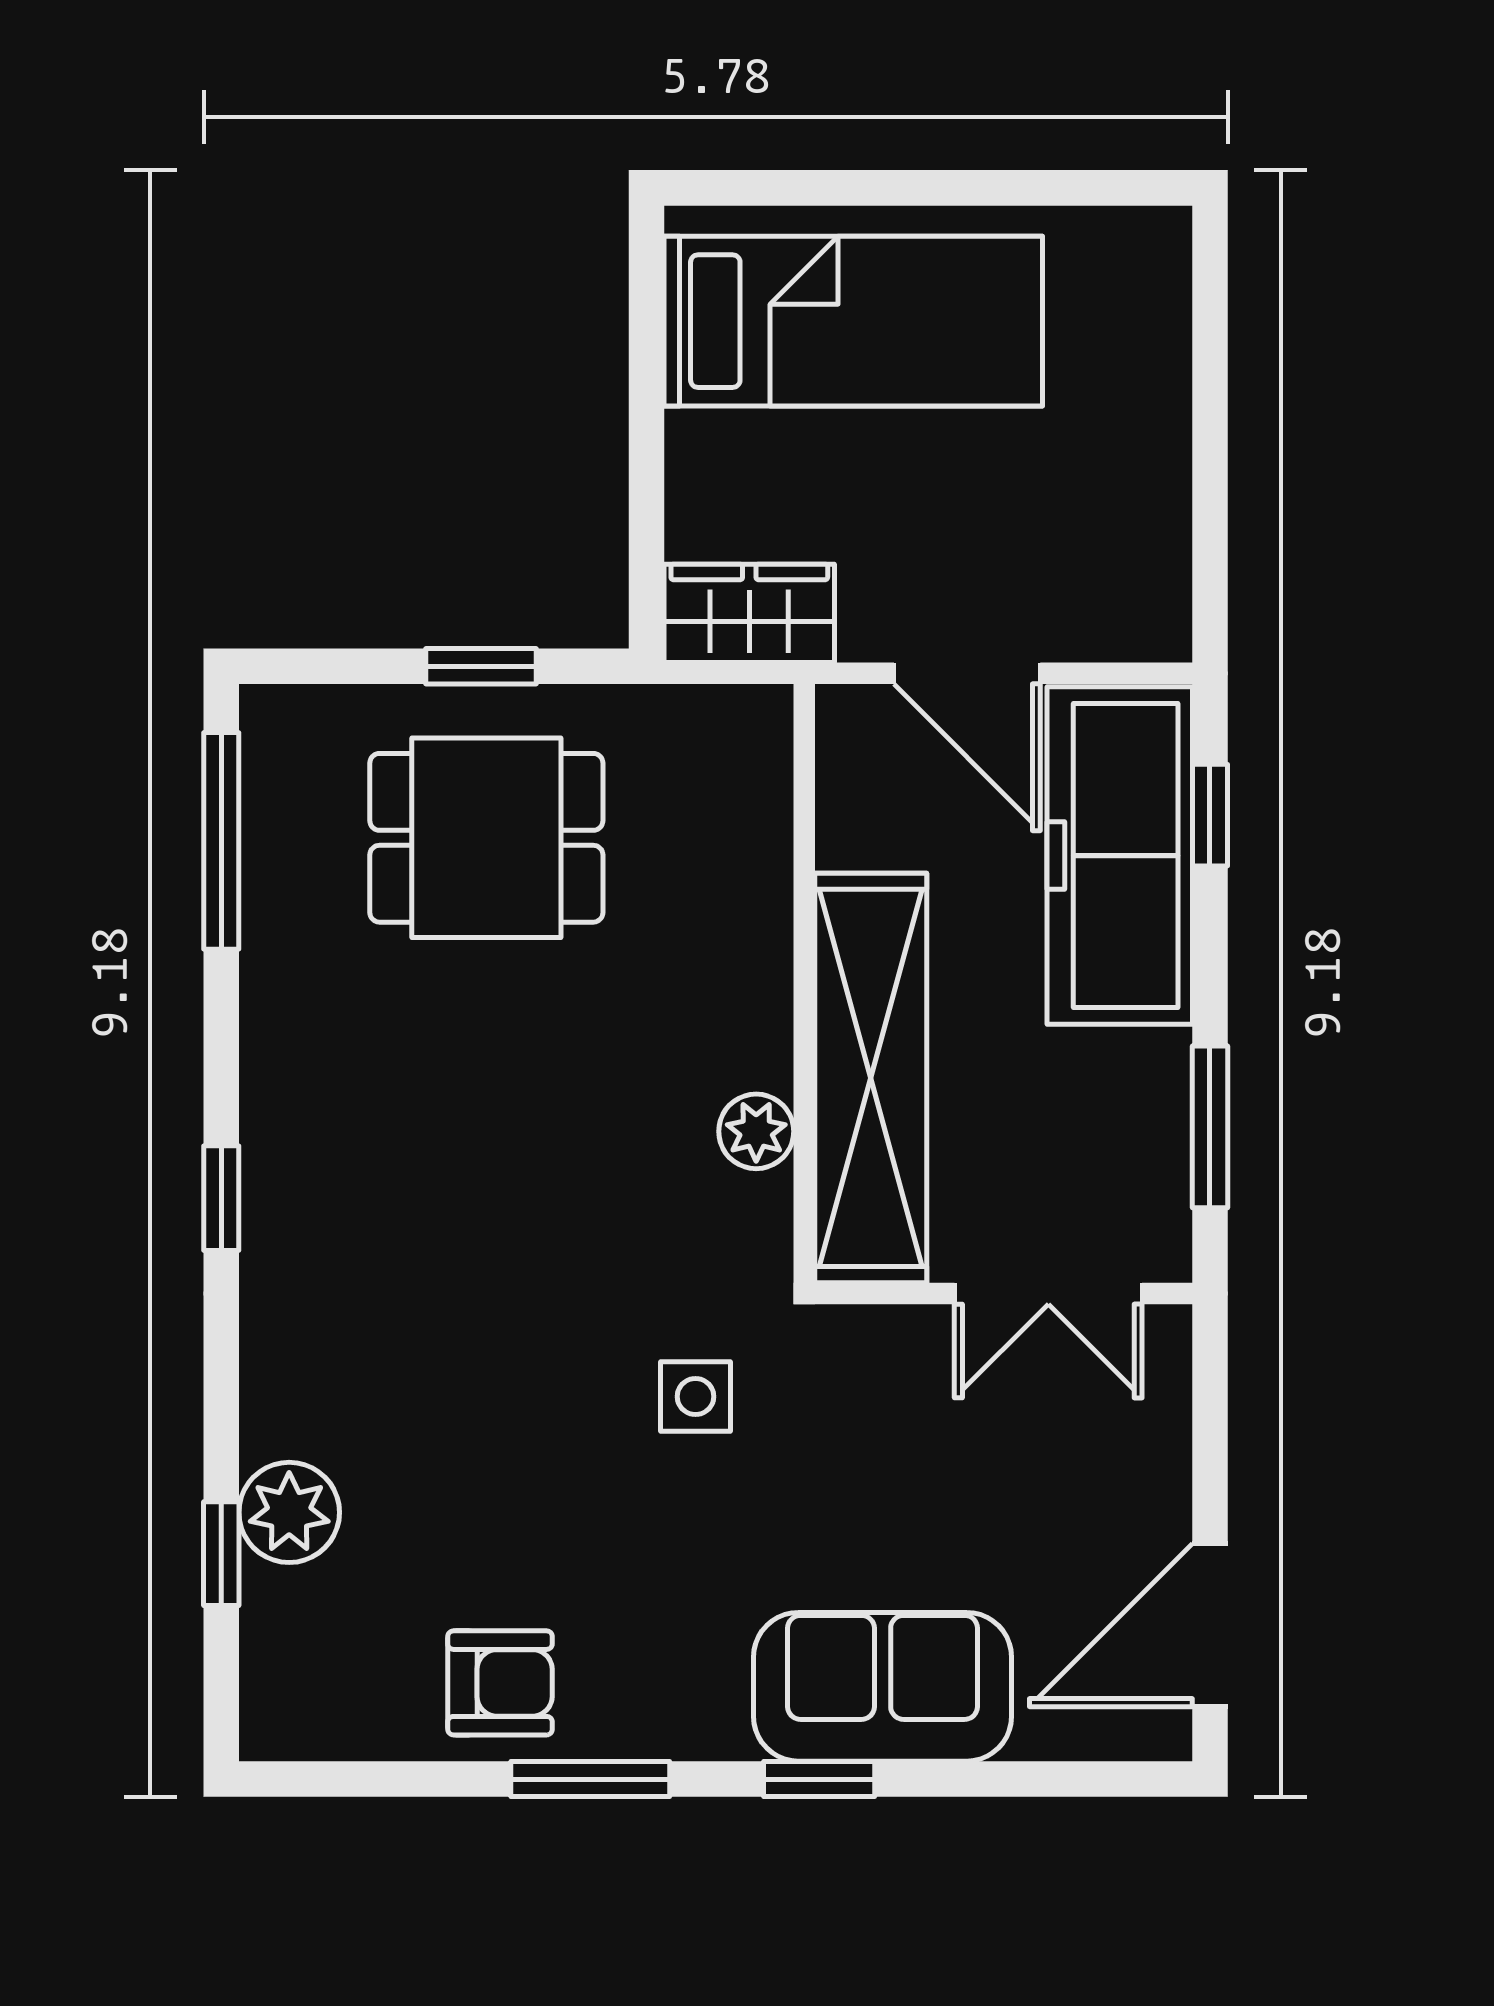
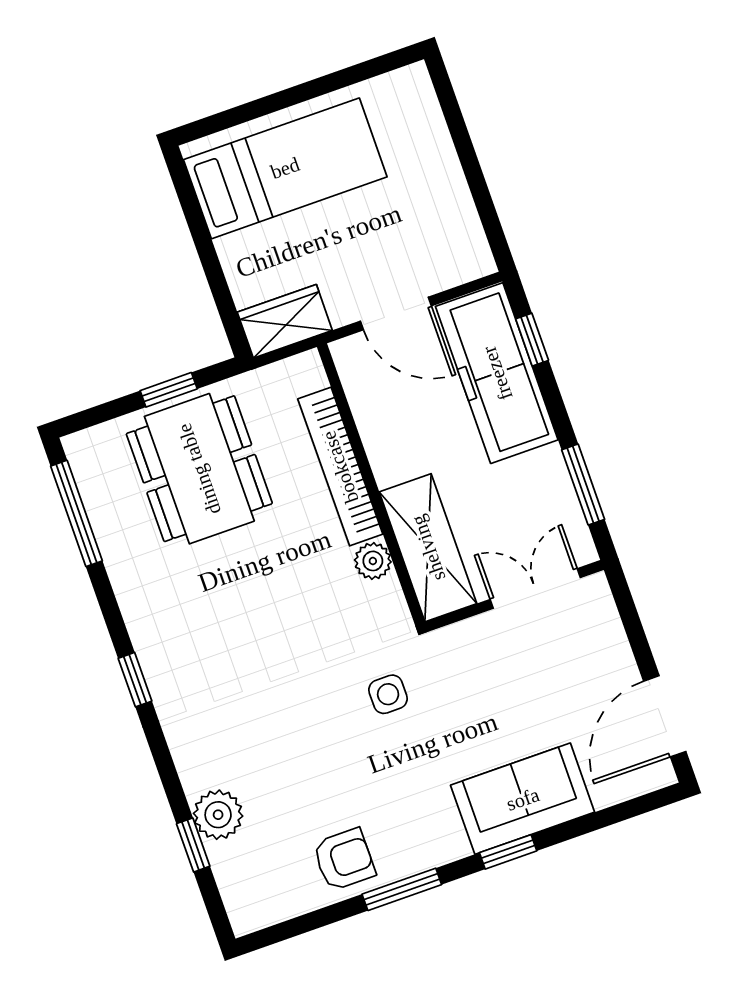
dining table: (486, 838) -> (199, 469), width x1.38
bookcase: (758, 929) -> (340, 467), added
shelving: (871, 1078) -> (428, 548), width x0.68
double door: (1048, 1293) -> (535, 589), swing flipped

